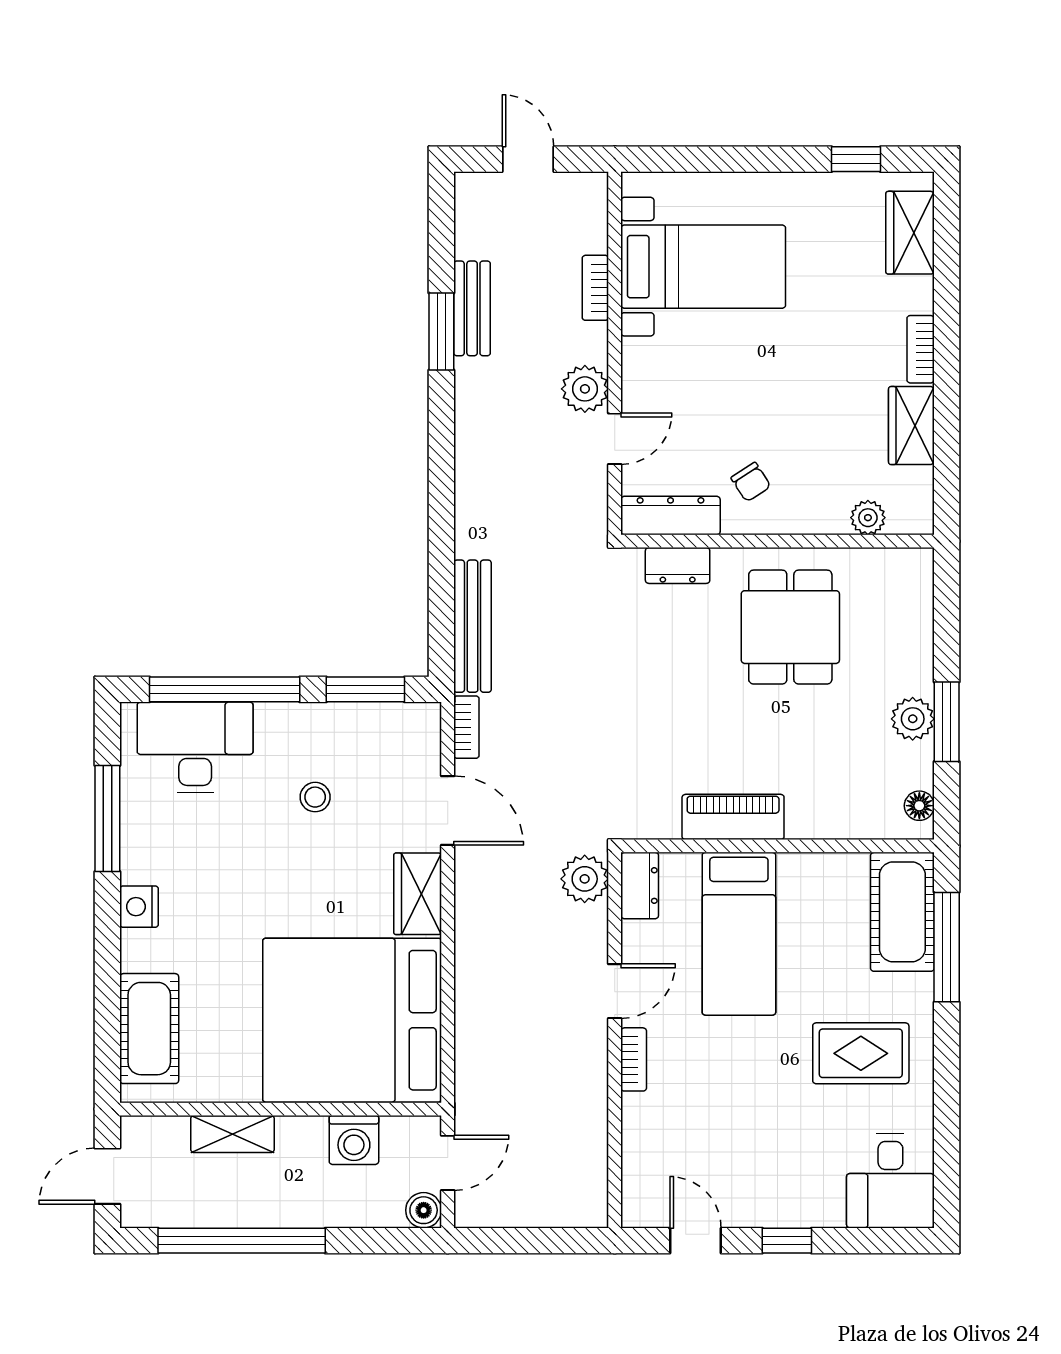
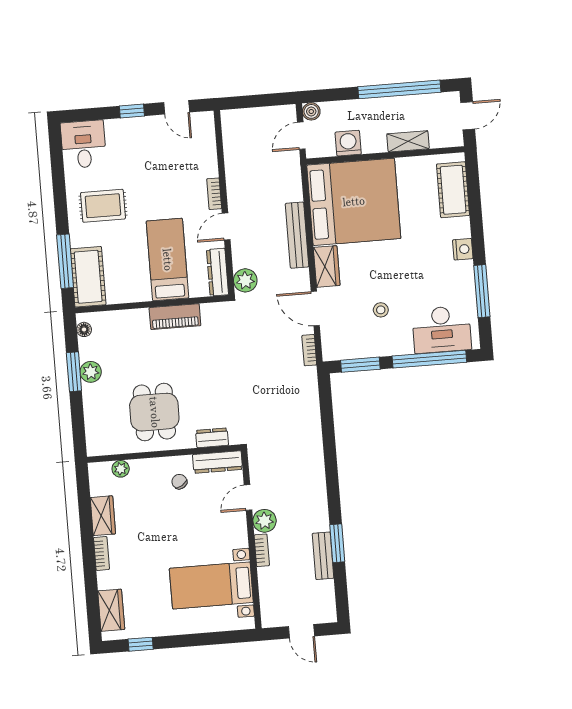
bookcase: (595, 288) -> (262, 550), moved
bench: (472, 626) -> (297, 235), moved
dresser: (640, 886) -> (217, 272), width x1.44

